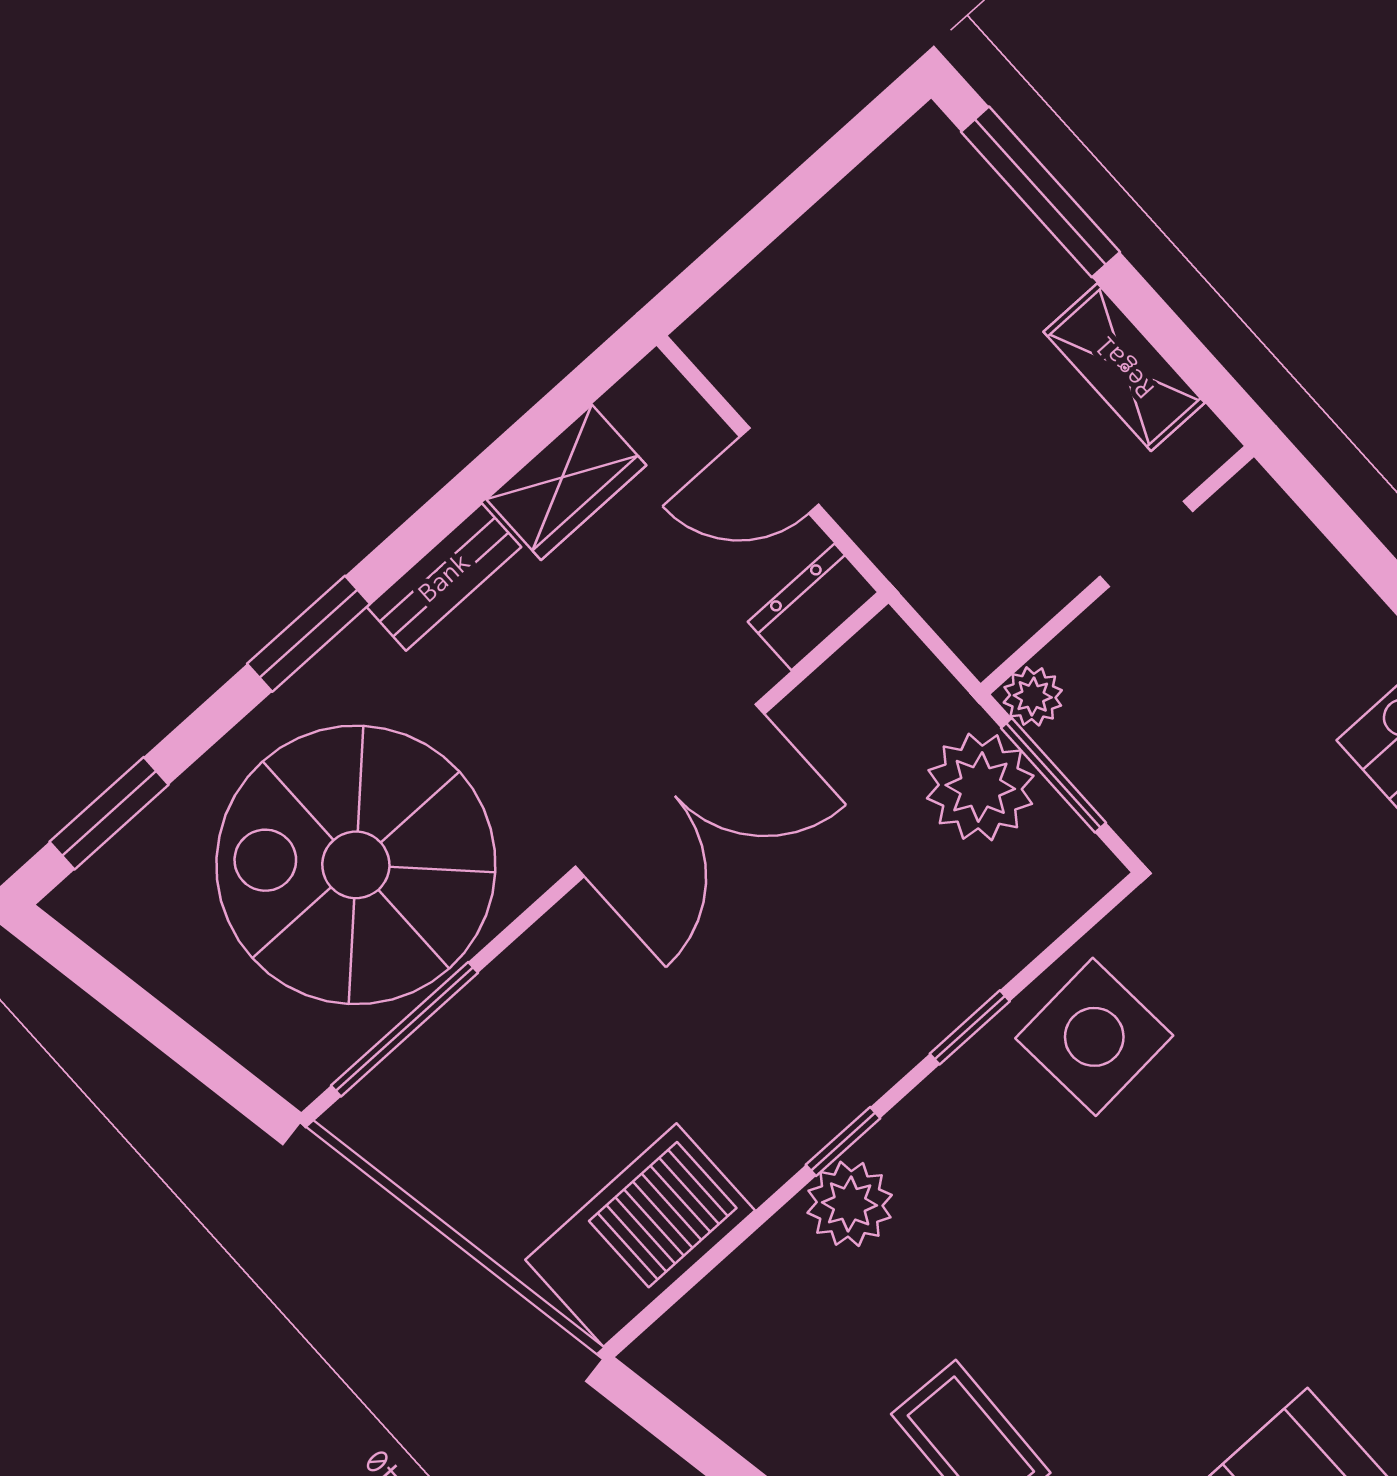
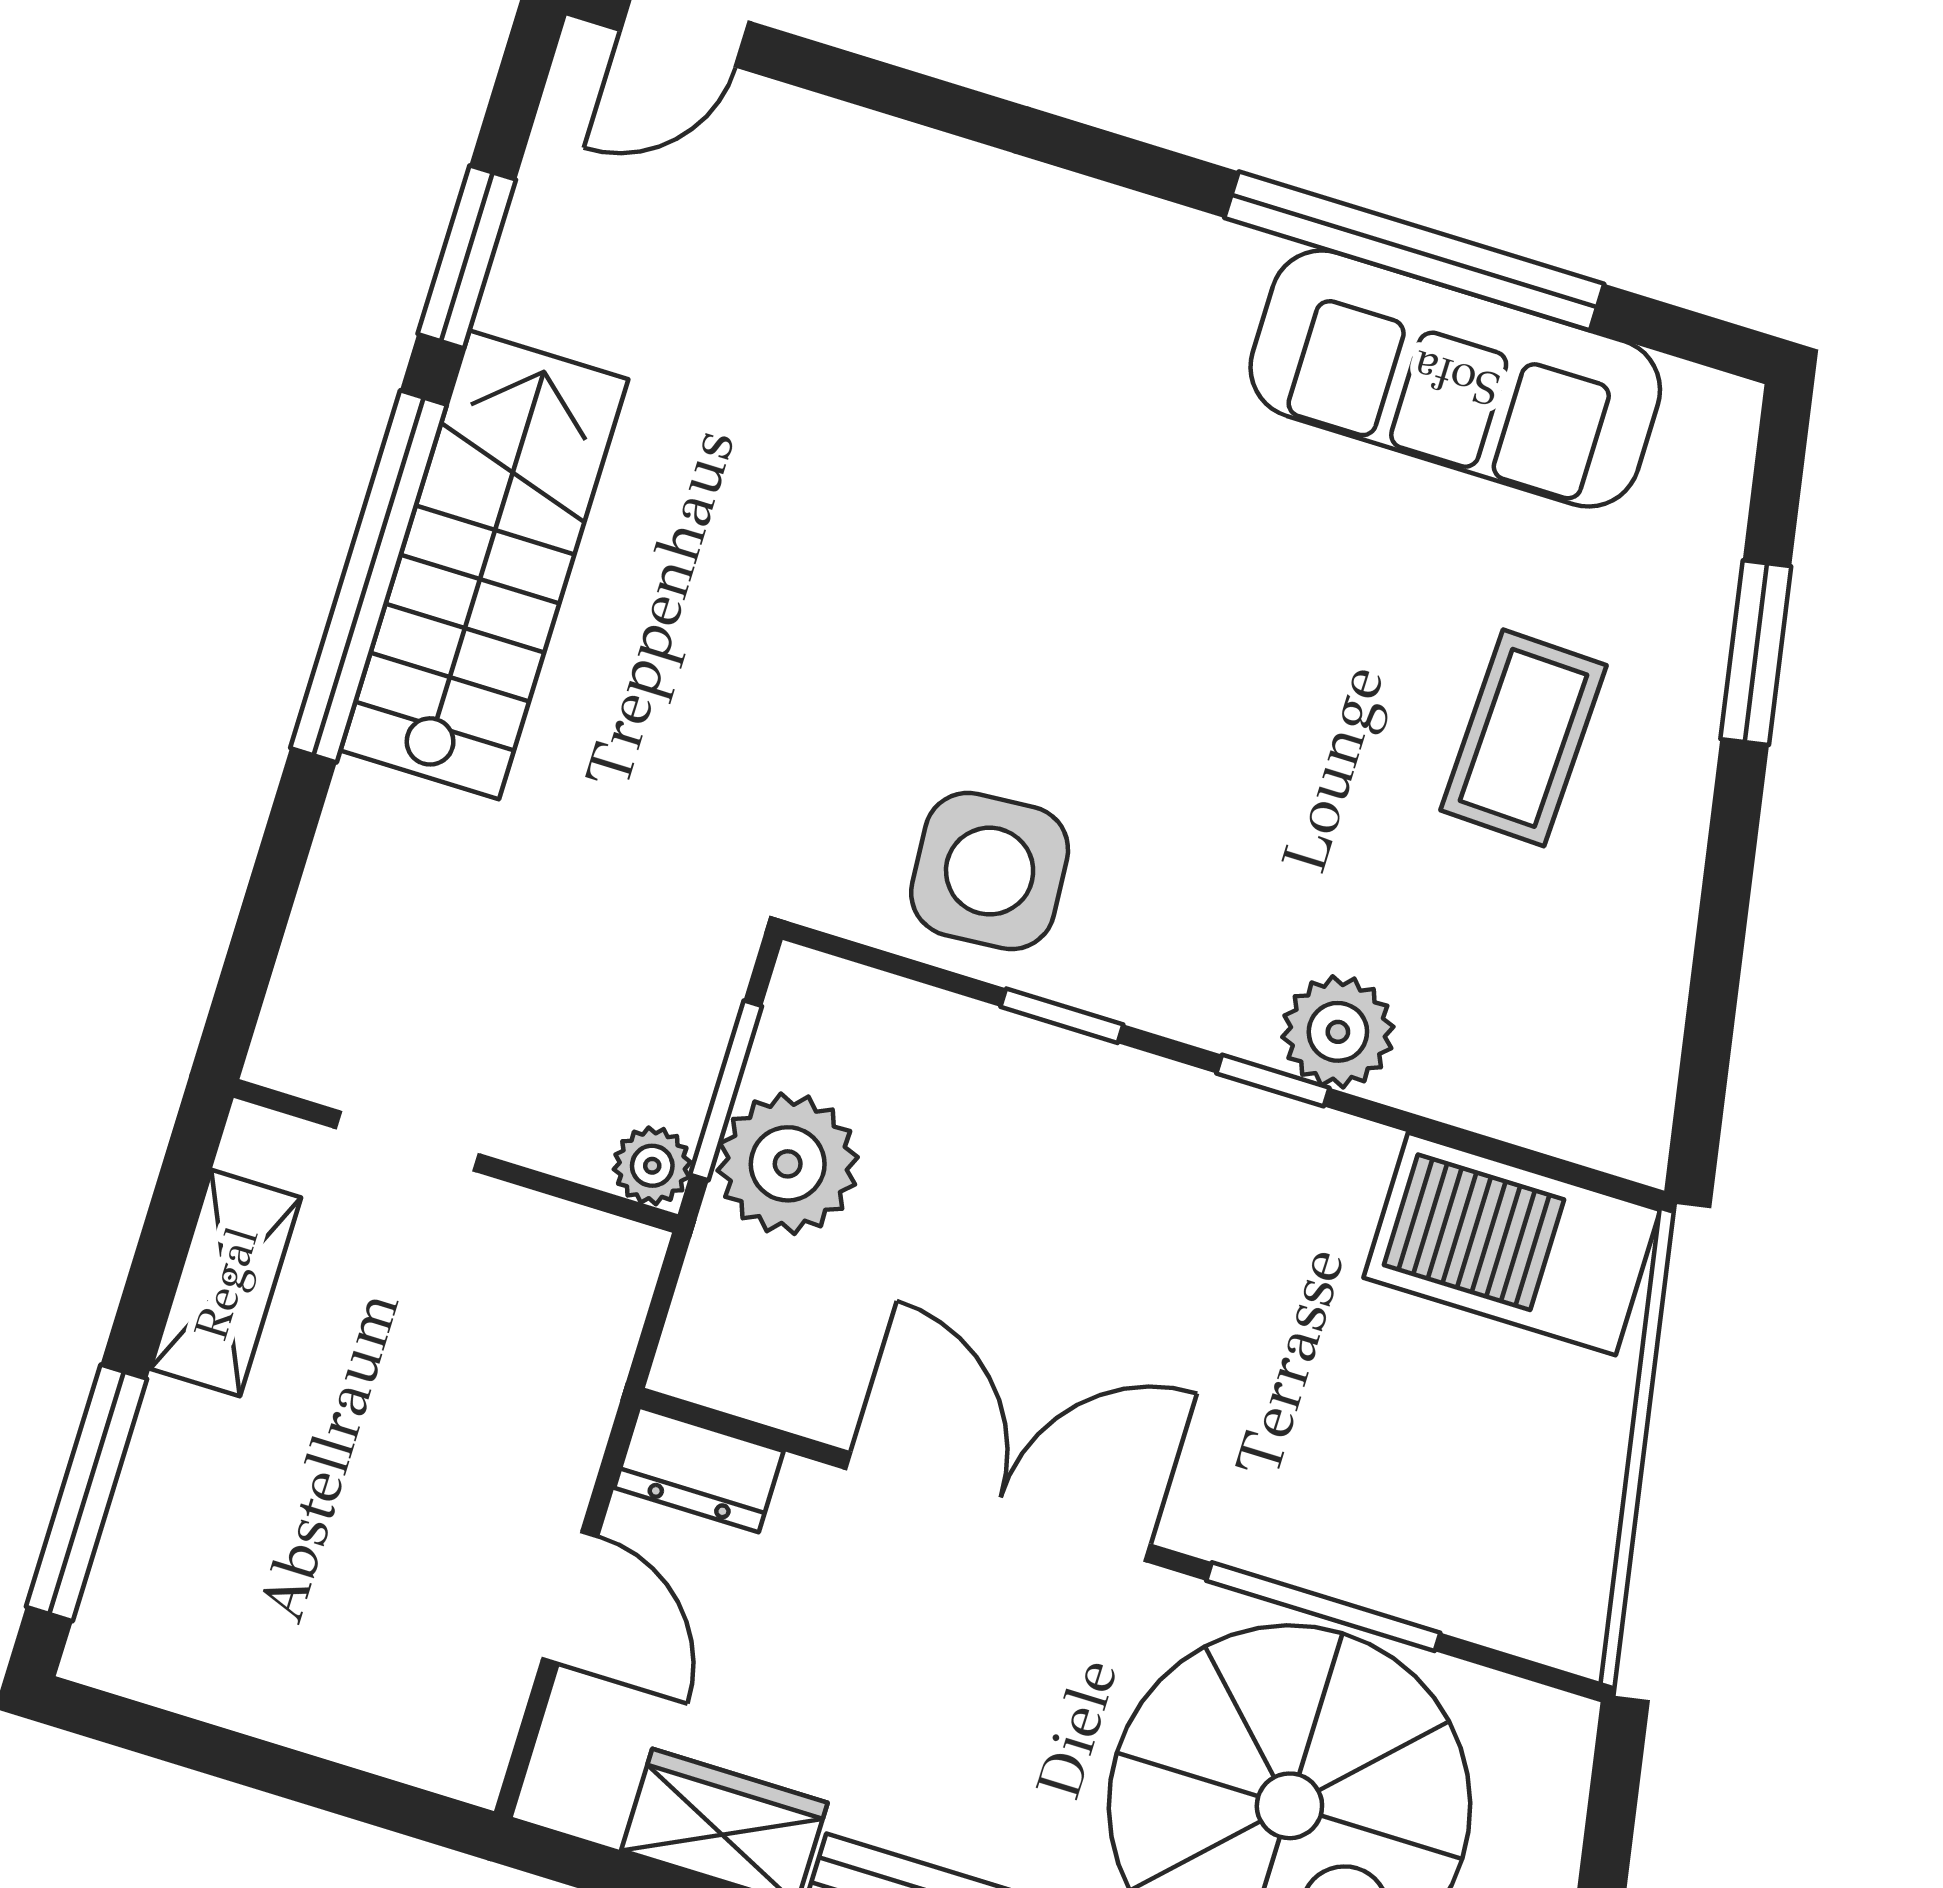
window: (405, 1029) -> (1323, 1607), moved

